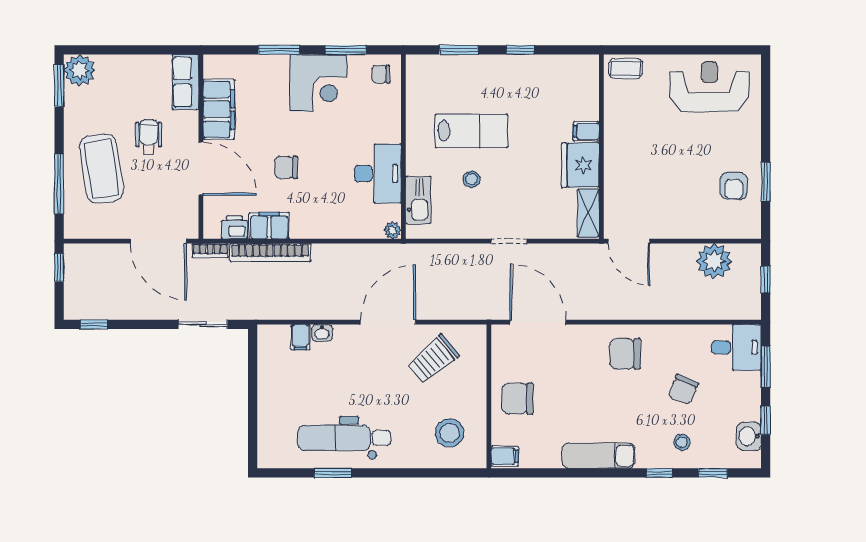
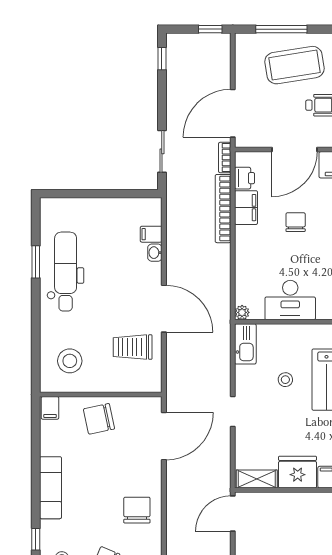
kitchen sink: (418, 200) -> (245, 344), moved, turned -90
trolley: (433, 359) -> (133, 347), turned -50
chair: (518, 399) -> (99, 419), turned -102

